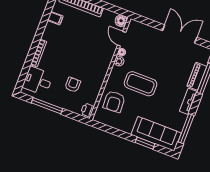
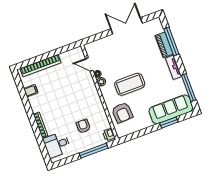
floor lamp: (121, 21) -> (78, 52), removed
window: (47, 106) -> (94, 151), moved

